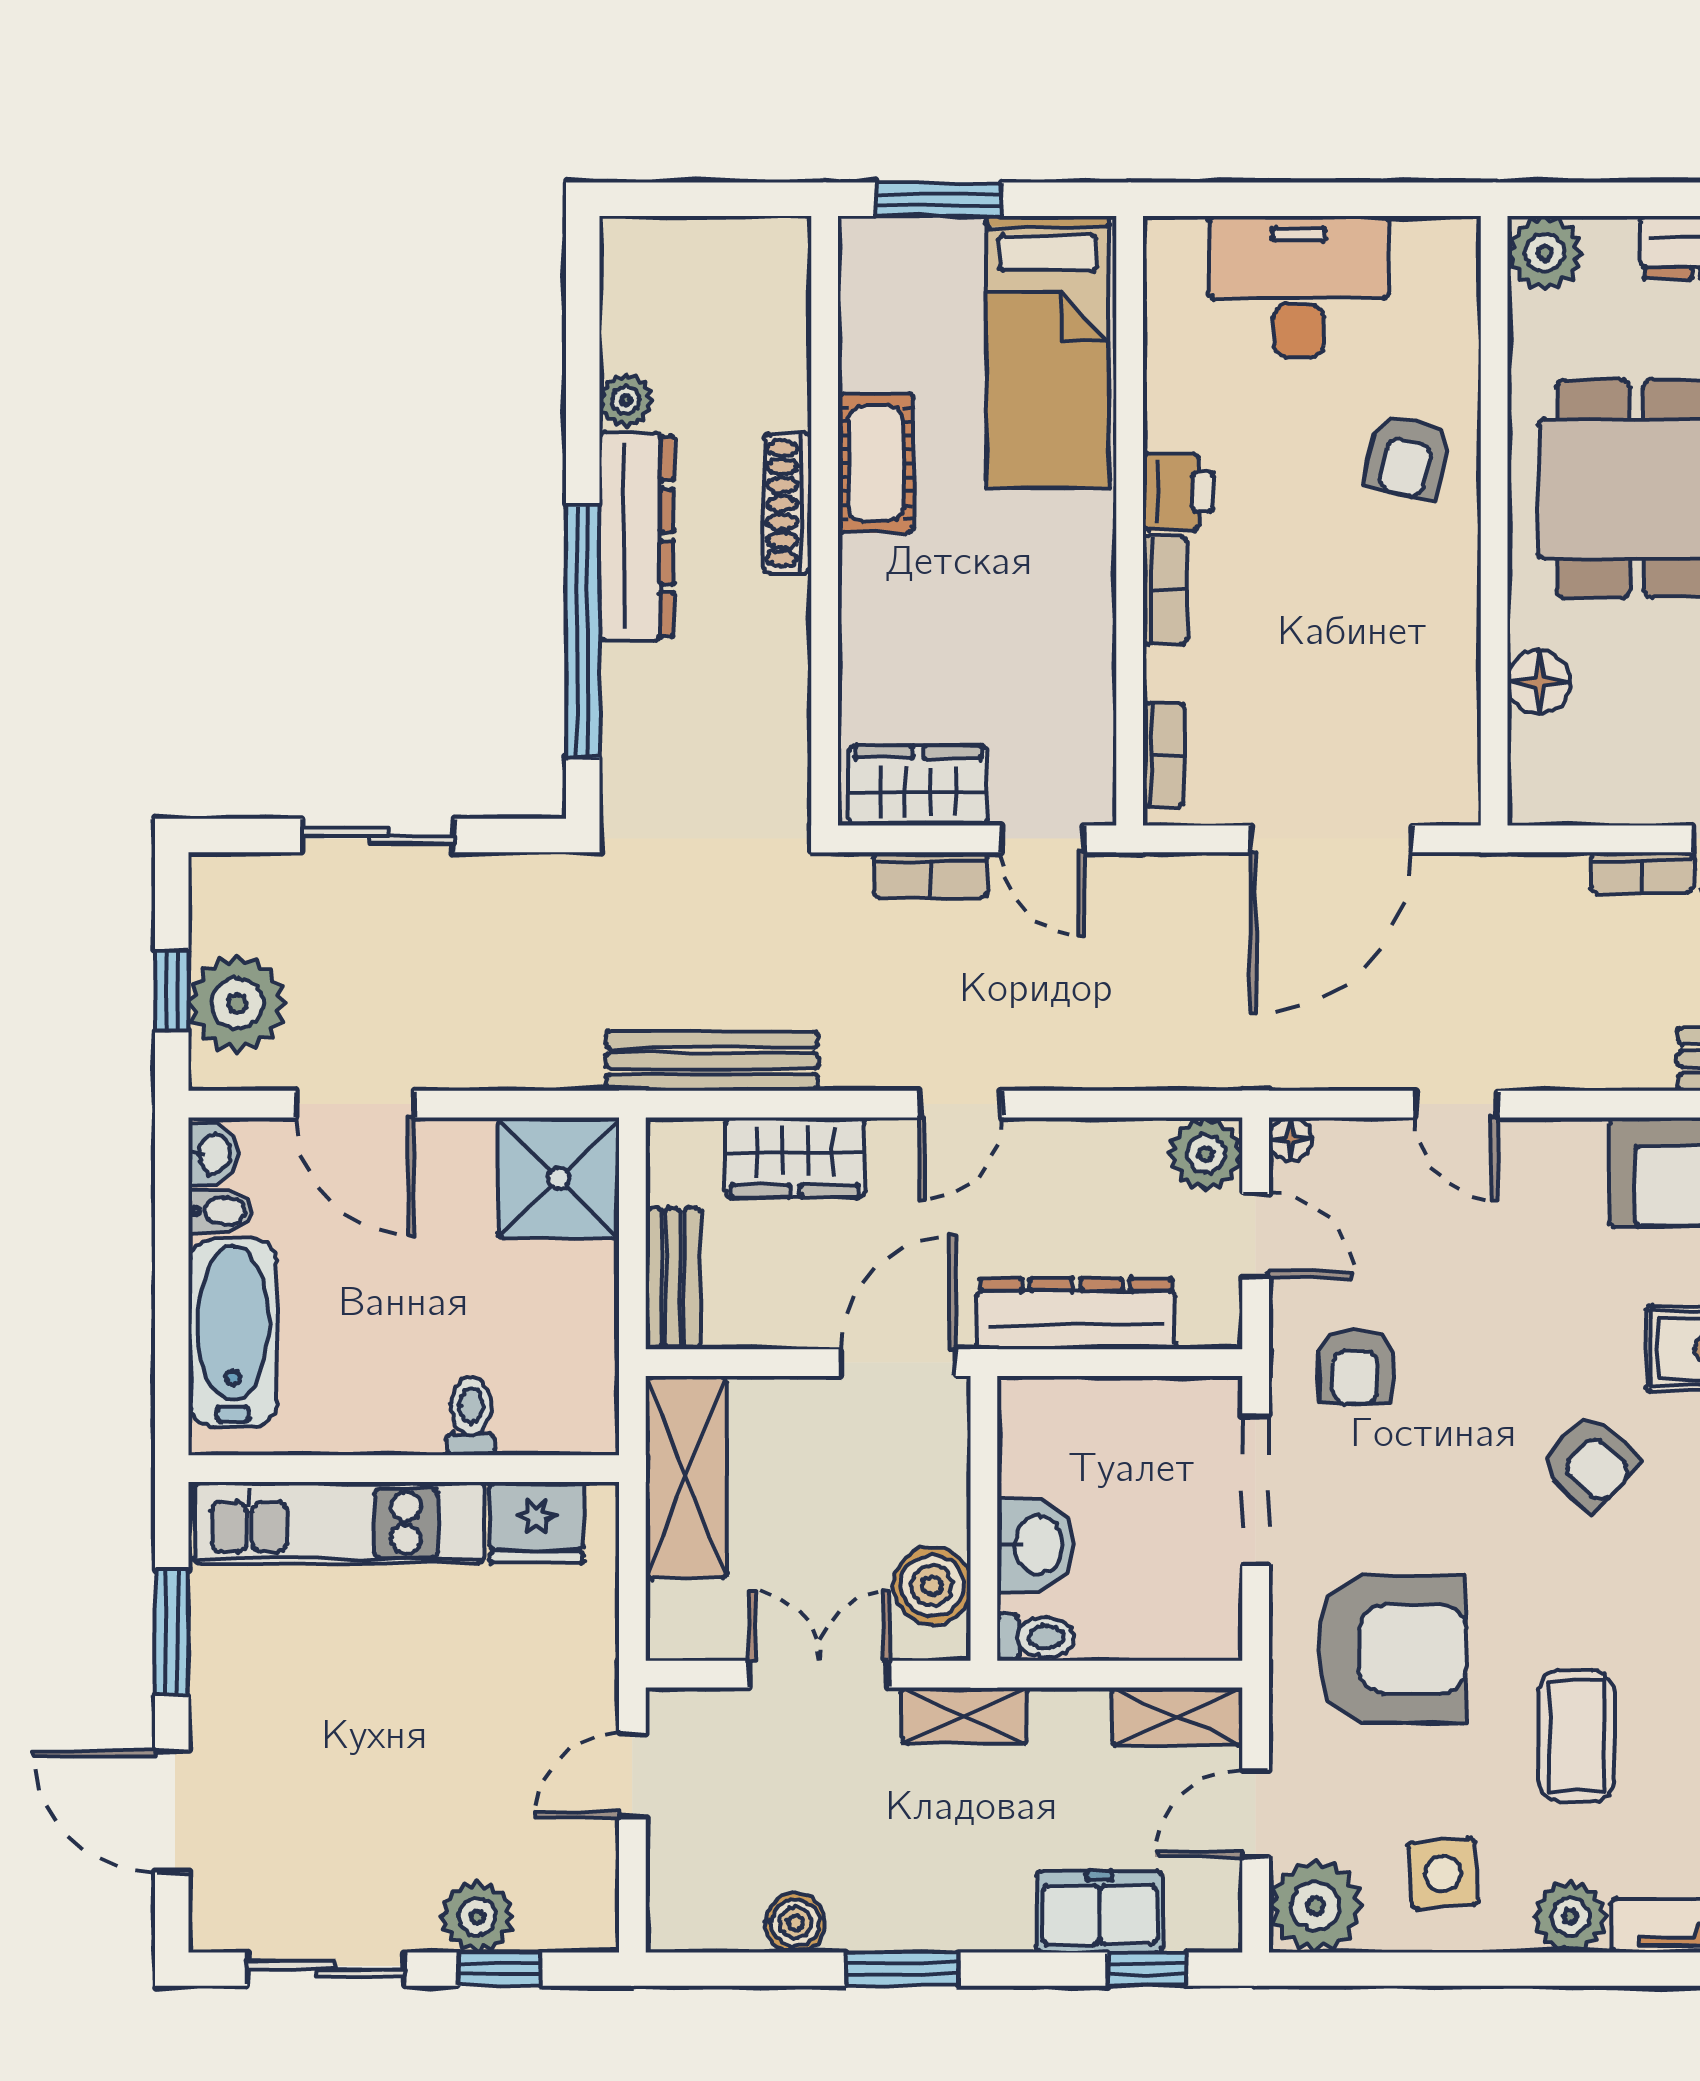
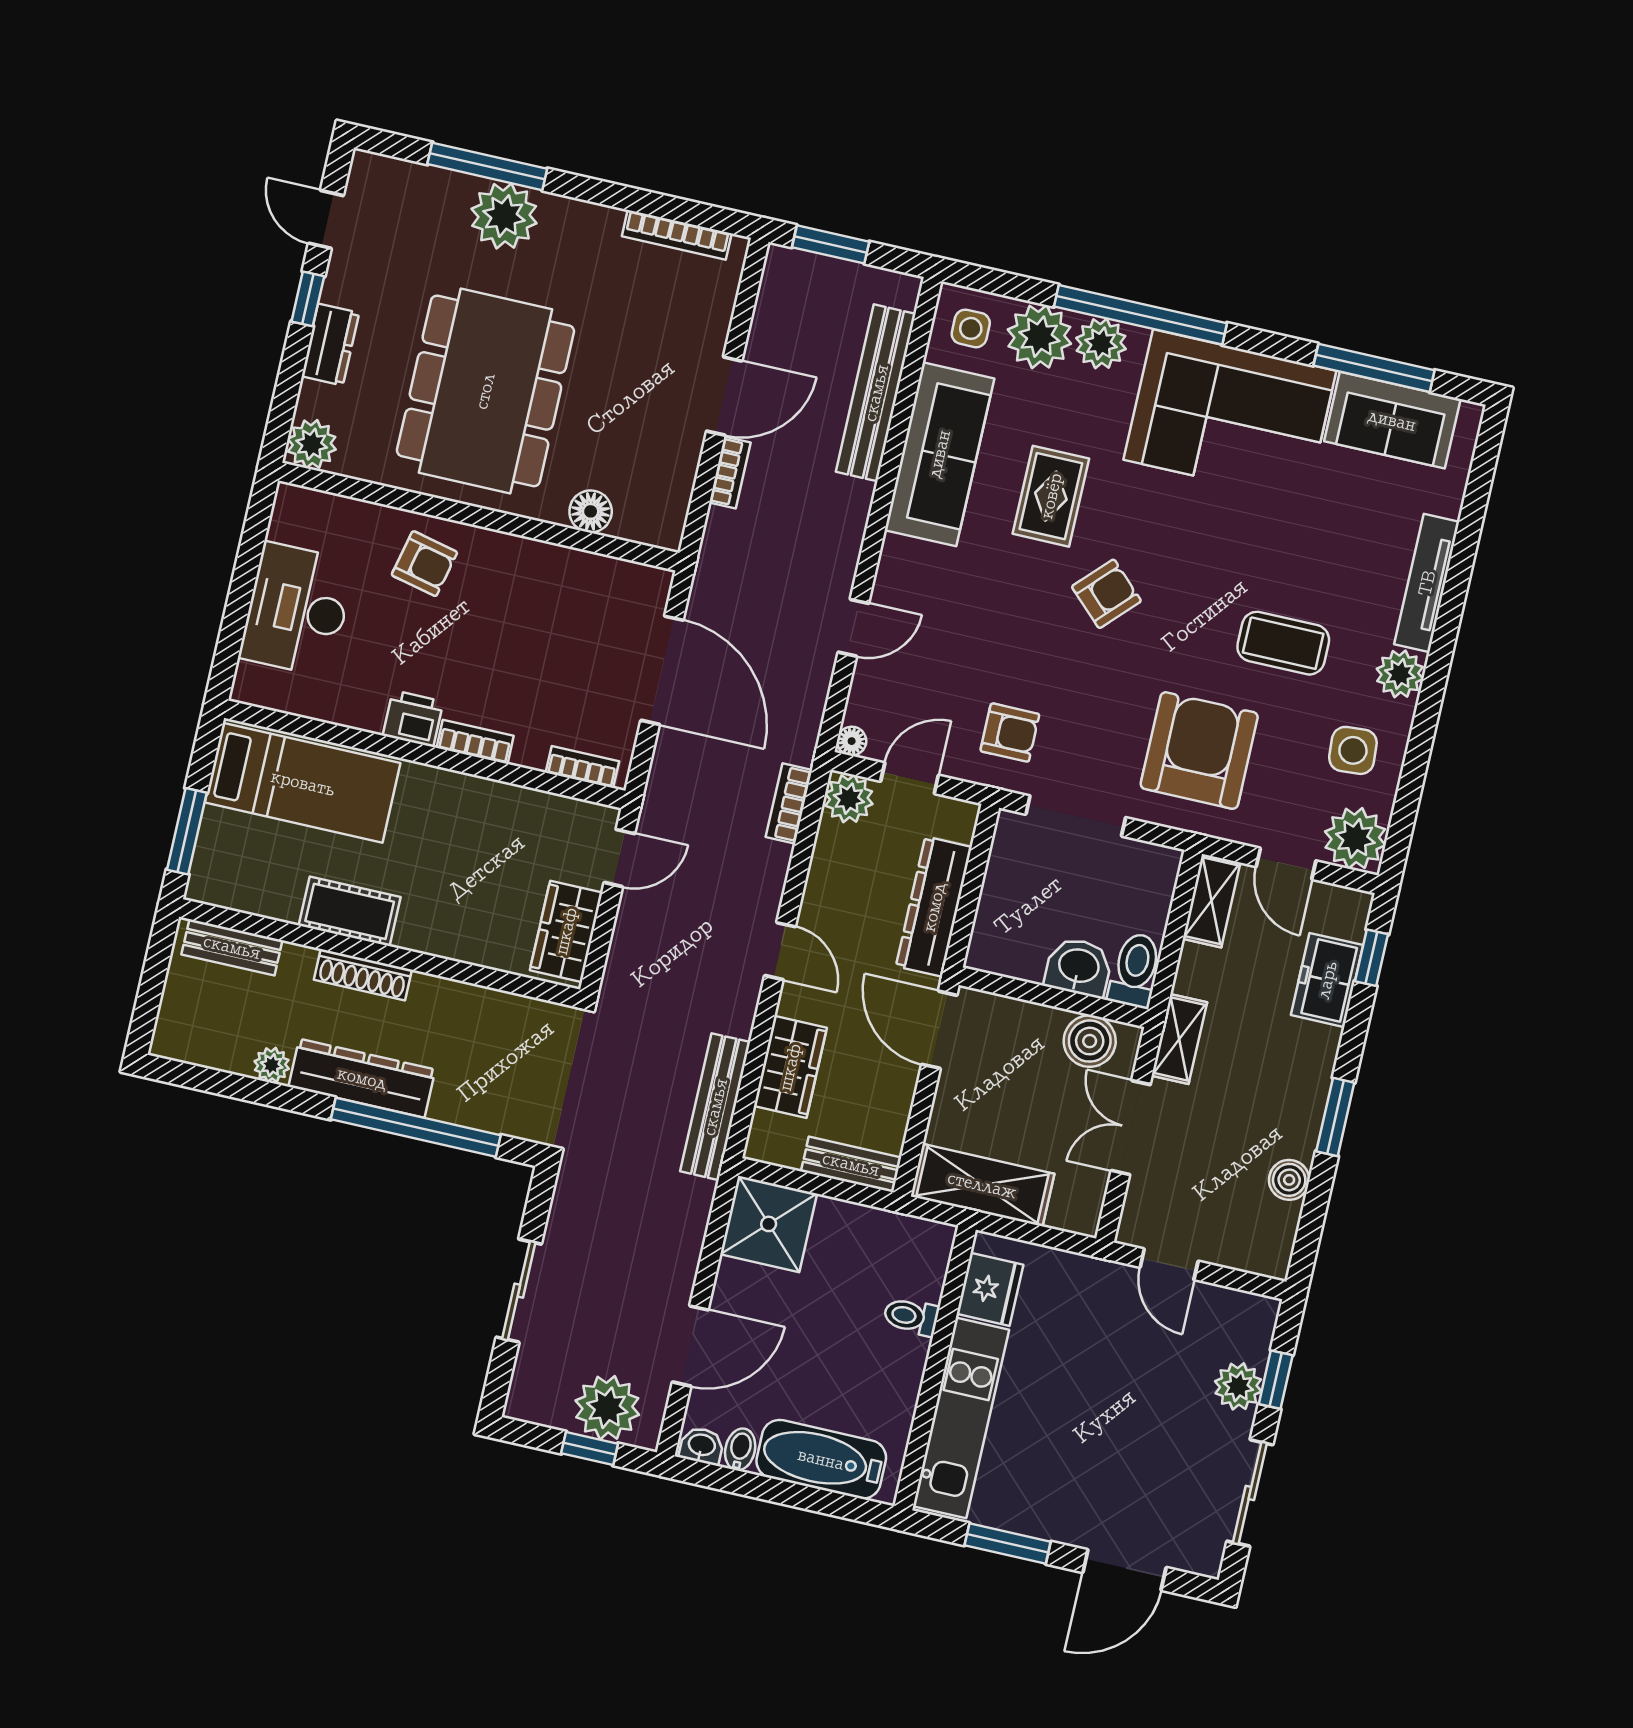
bench: (784, 303) -> (232, 947), added
bookcase: (930, 875) -> (789, 803), moved, turned 180
toilet: (1035, 1637) -> (1135, 970), width x1.37, depth x1.39

